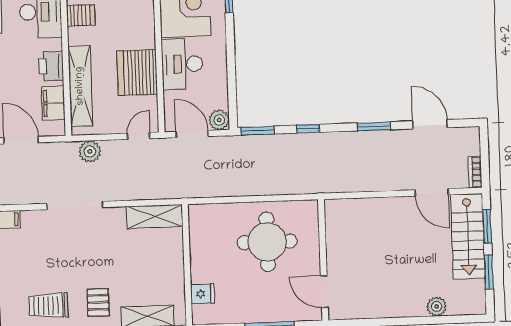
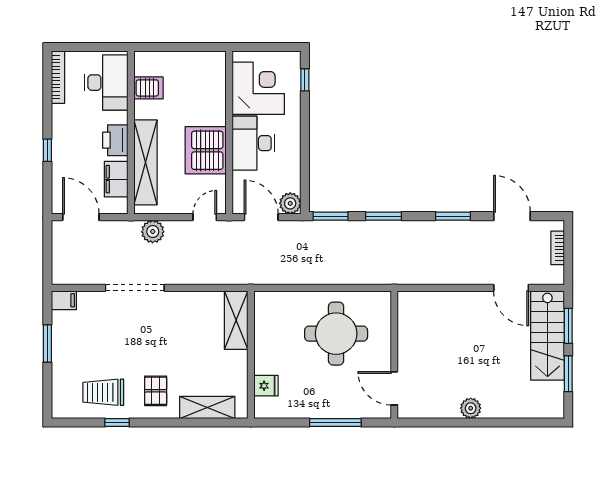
window: (308, 129) -> (383, 216), width x1.50
bookcase: (475, 172) -> (558, 248), moved
shelving: (155, 216) -> (236, 320), moved, turned 90
plant: (437, 307) -> (471, 408), moved

